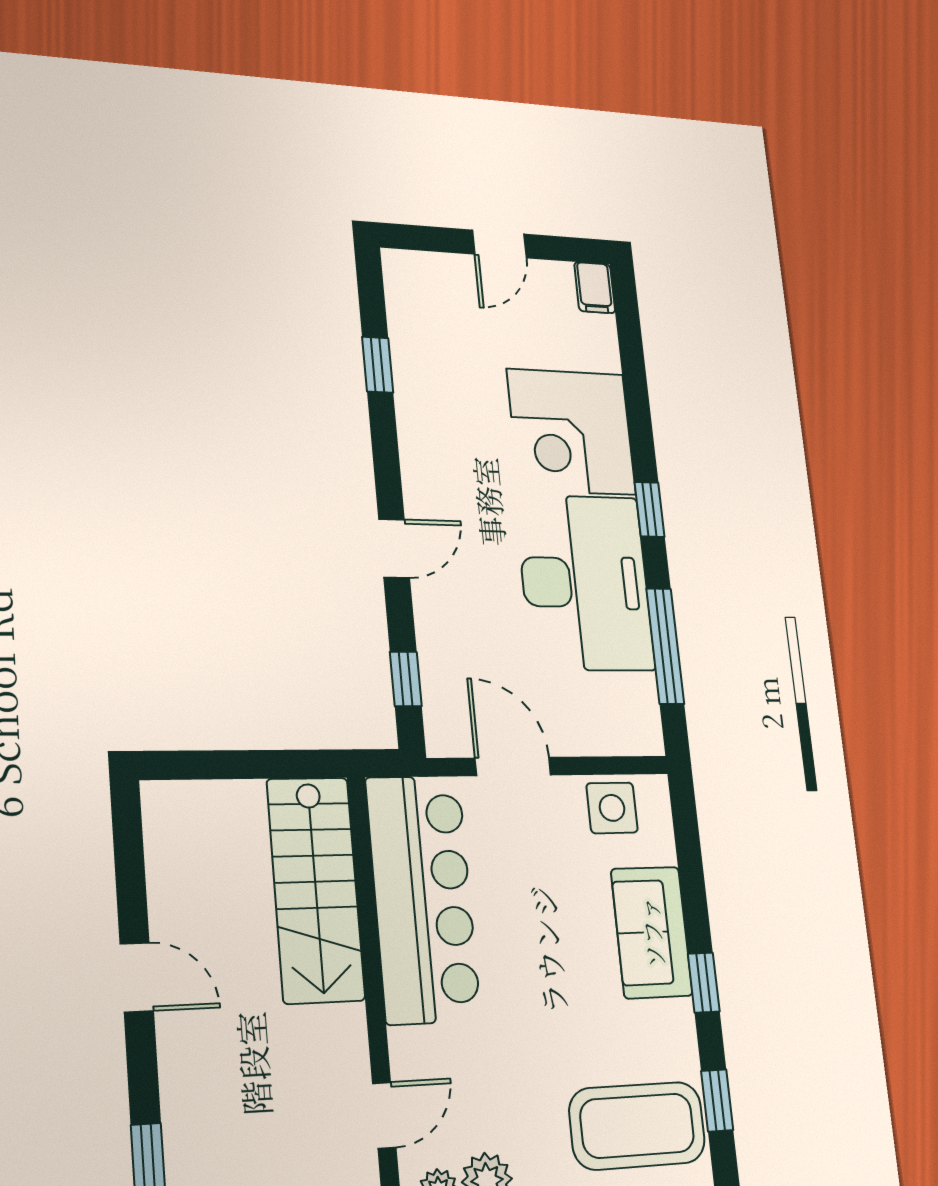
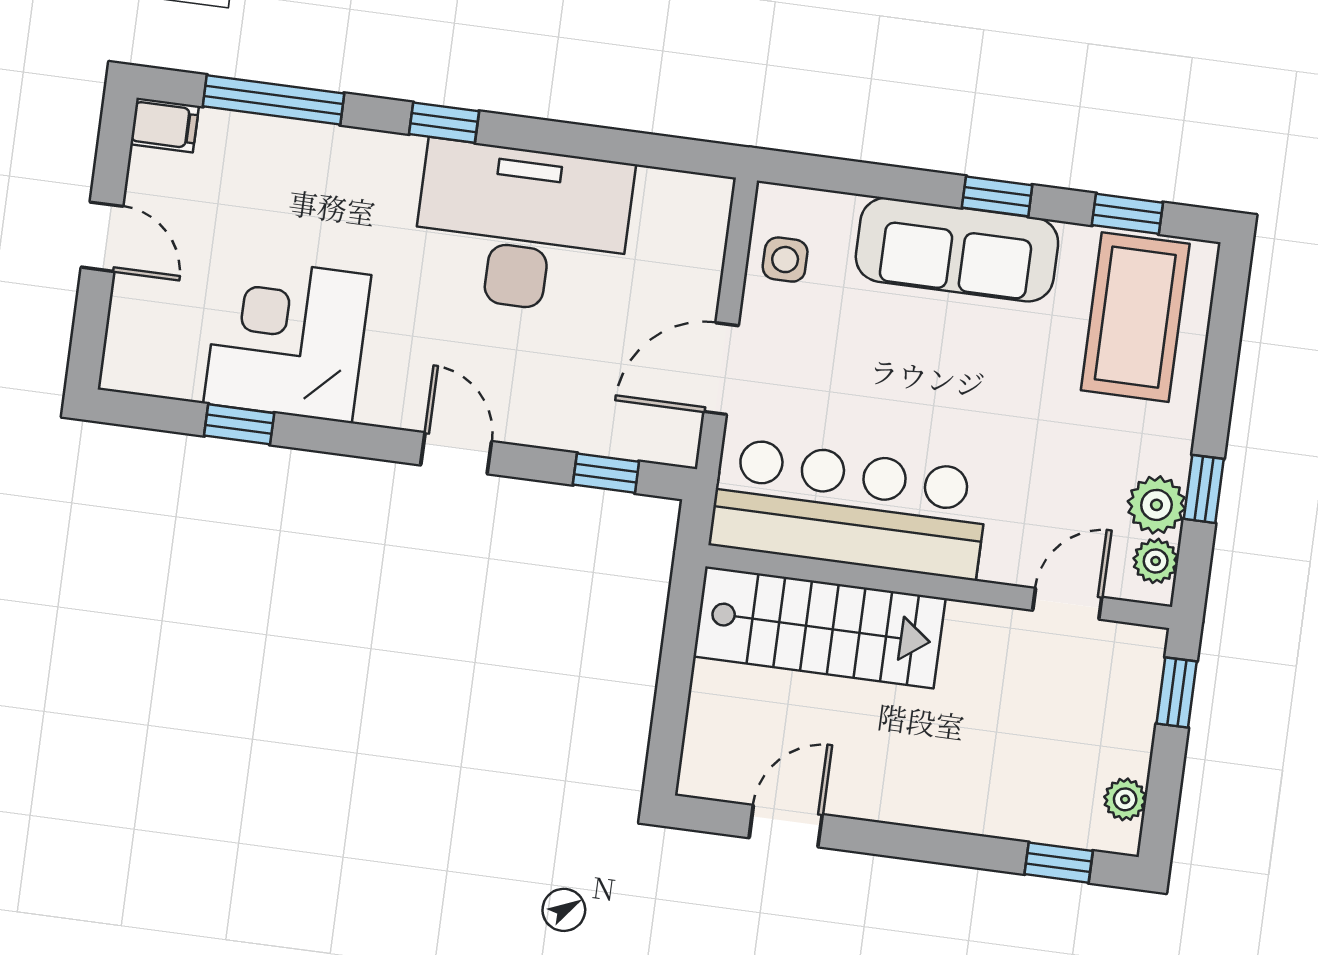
corner desk: (571, 432) -> (287, 339), moved, turned 180
window: (665, 646) -> (274, 100), moved
side table: (612, 808) -> (785, 260), width x0.73, depth x0.73
sofa: (652, 932) -> (957, 250), width x1.36
door: (137, 977) -> (786, 826), moved
door: (384, 1115) -> (1067, 604), hinge flipped

